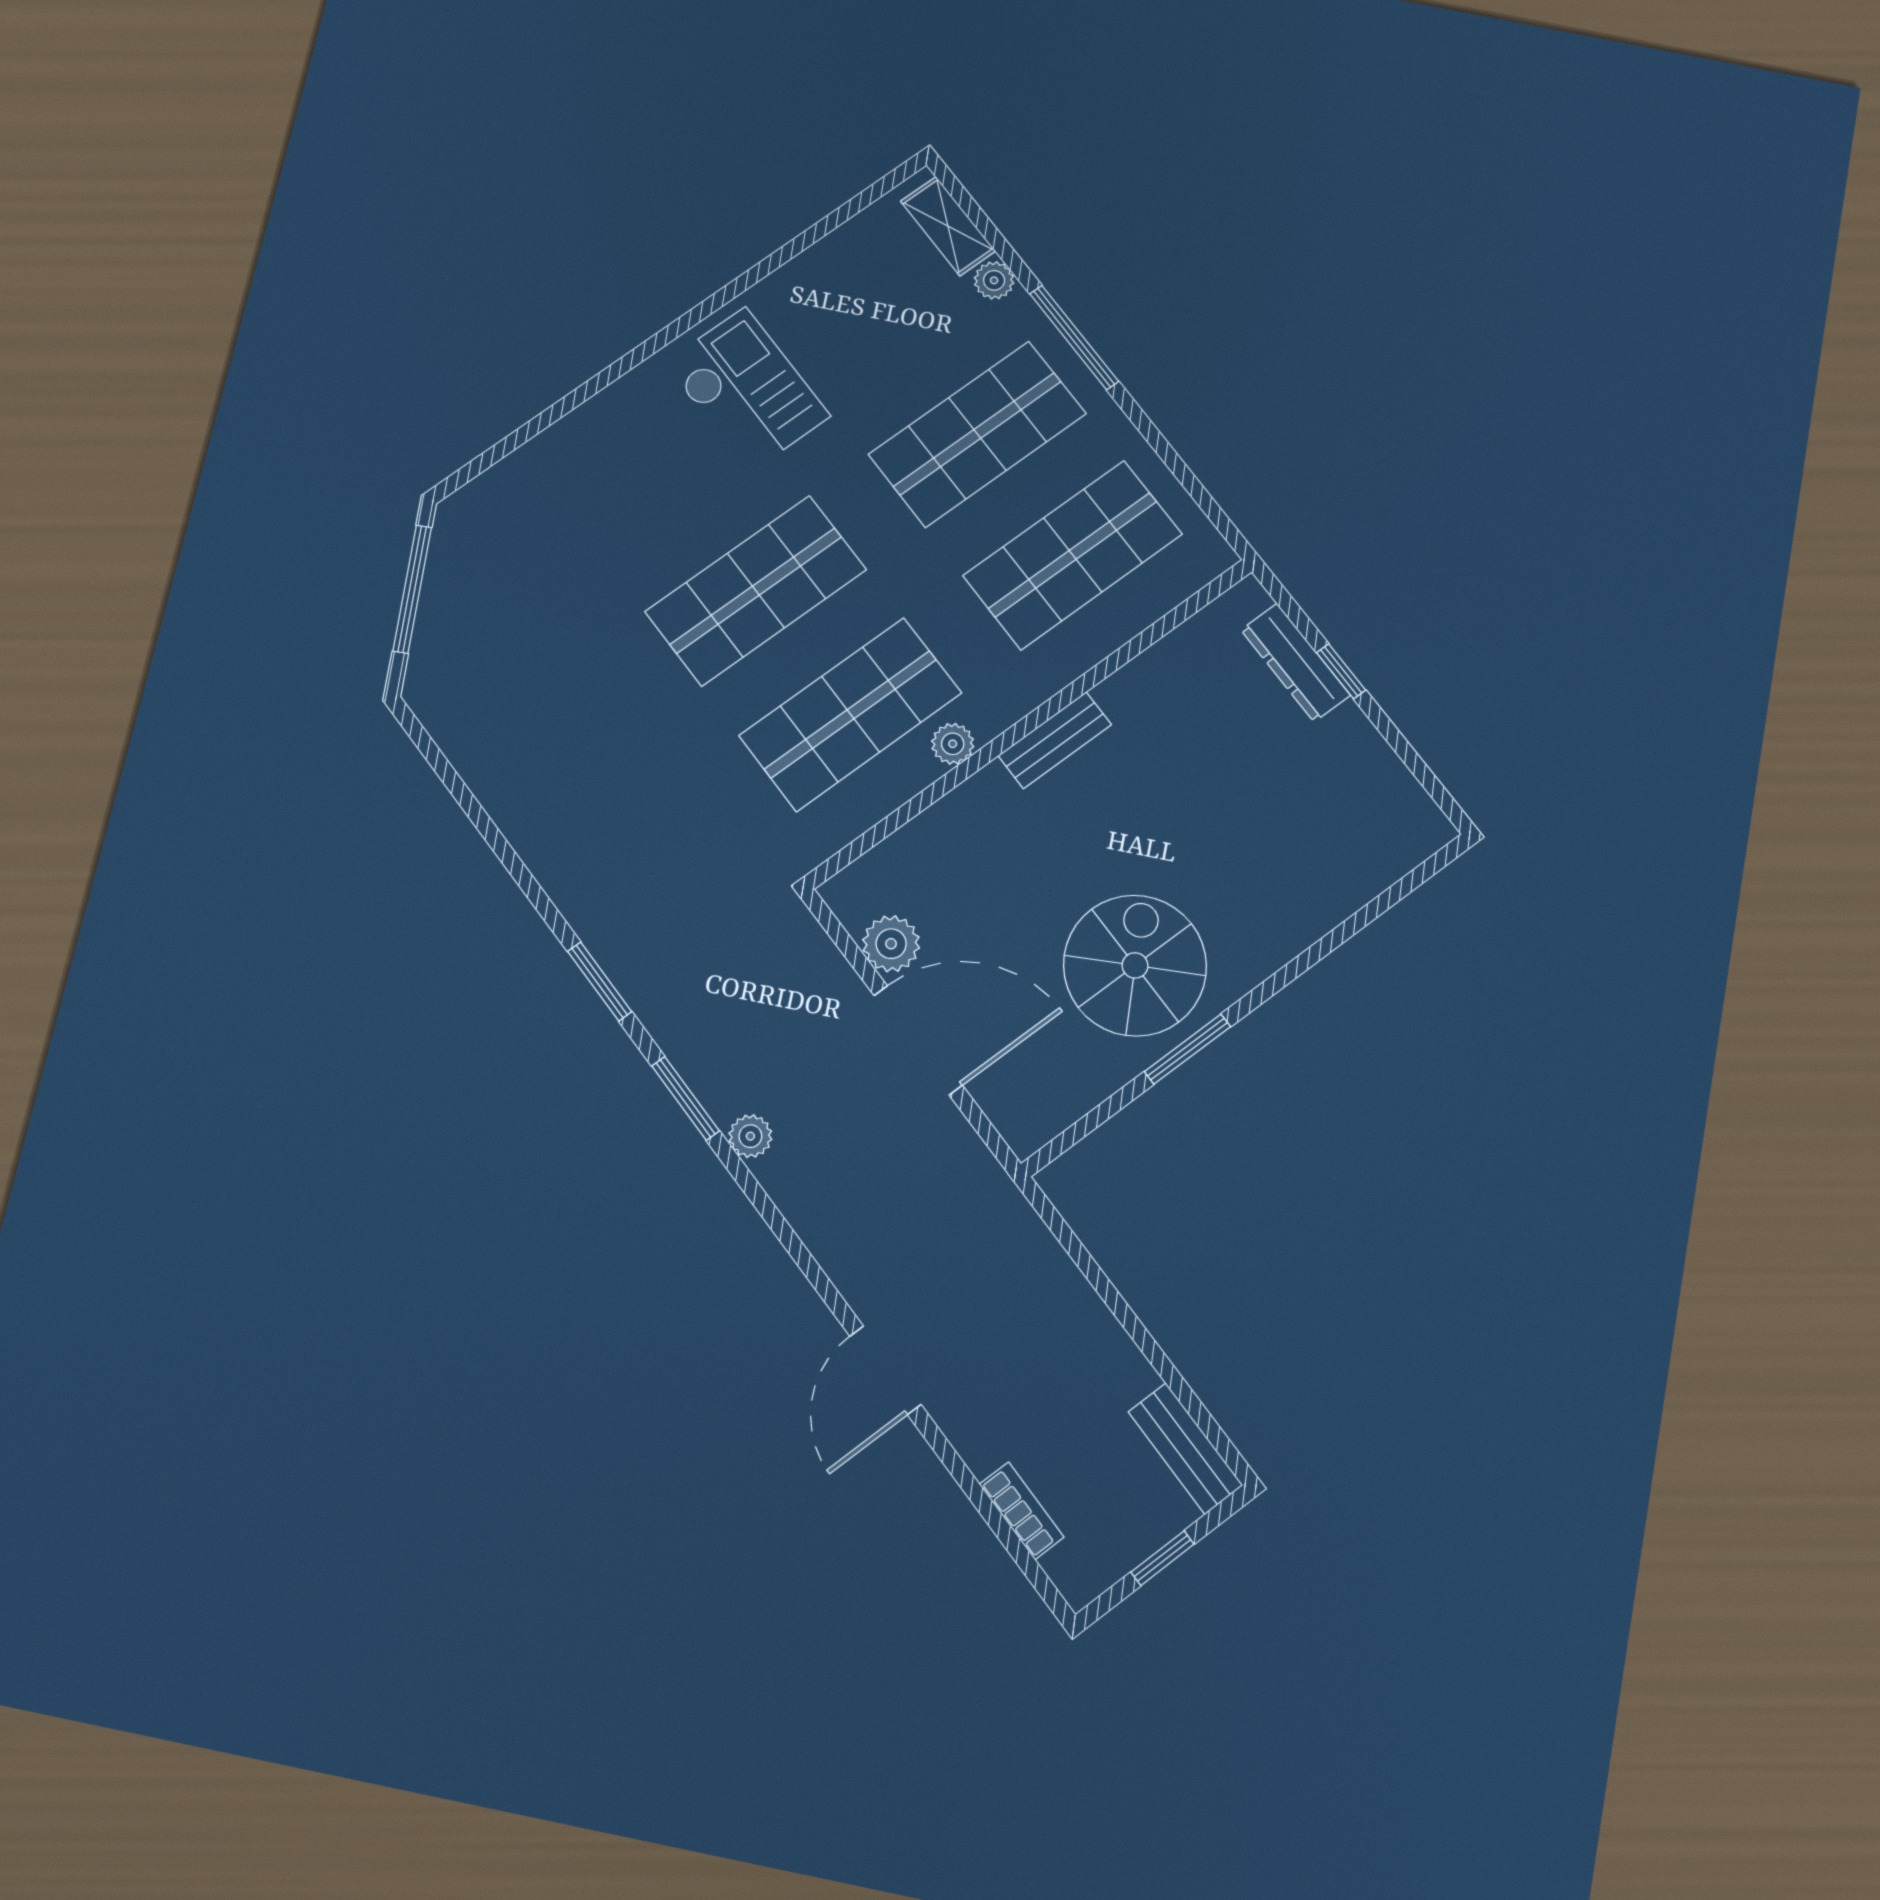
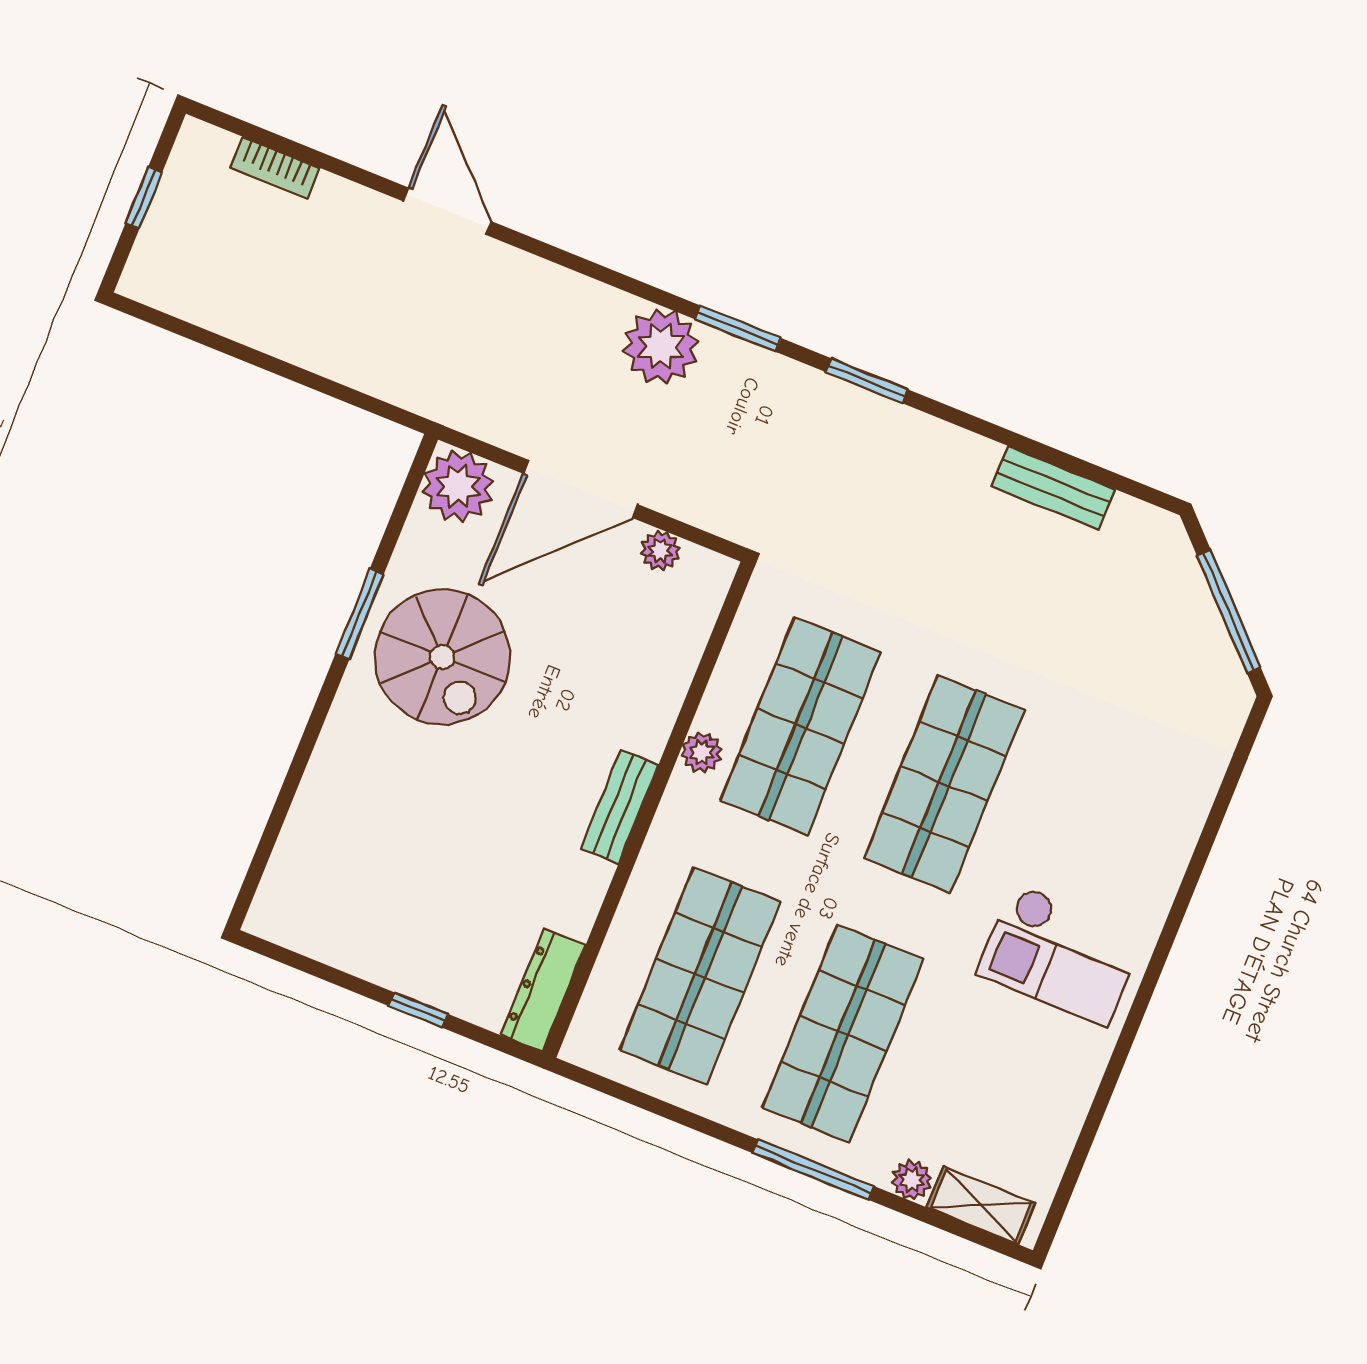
dresser: (1295, 662) -> (543, 990), moved, turned -90
plant: (891, 944) -> (660, 551), width x0.73, depth x0.73
plant: (1028, 1110) -> (458, 486), added
plant: (750, 1136) -> (661, 347), width x1.87, depth x1.87
bench: (1185, 1448) -> (1053, 488), moved

